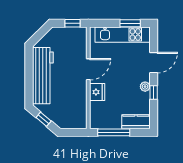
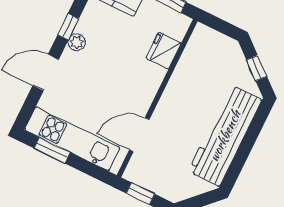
door: (88, 69) -> (139, 135), moved
fridge: (97, 92) -> (164, 51), moved

